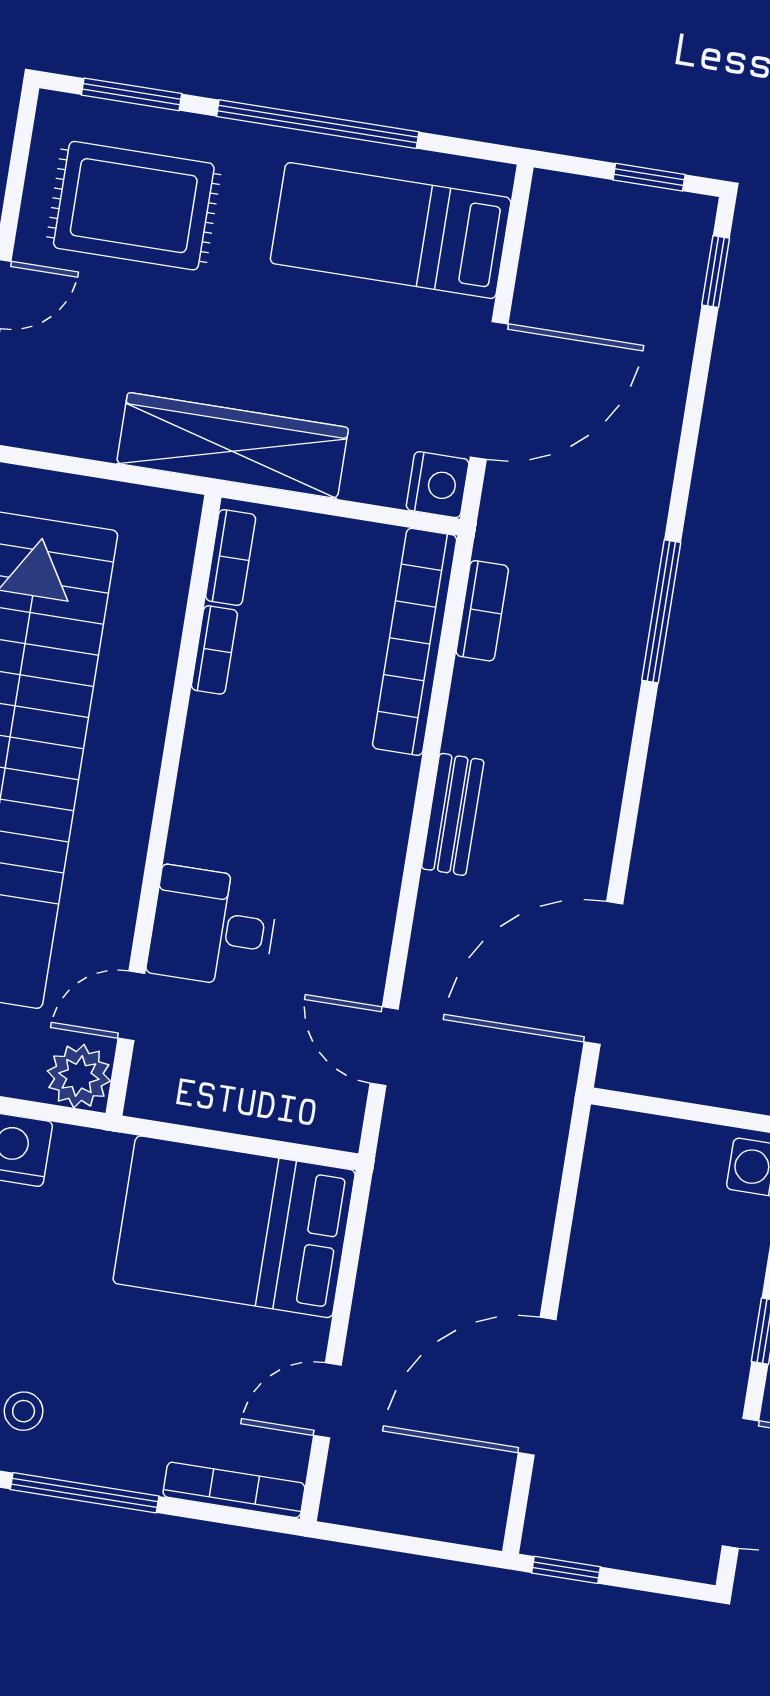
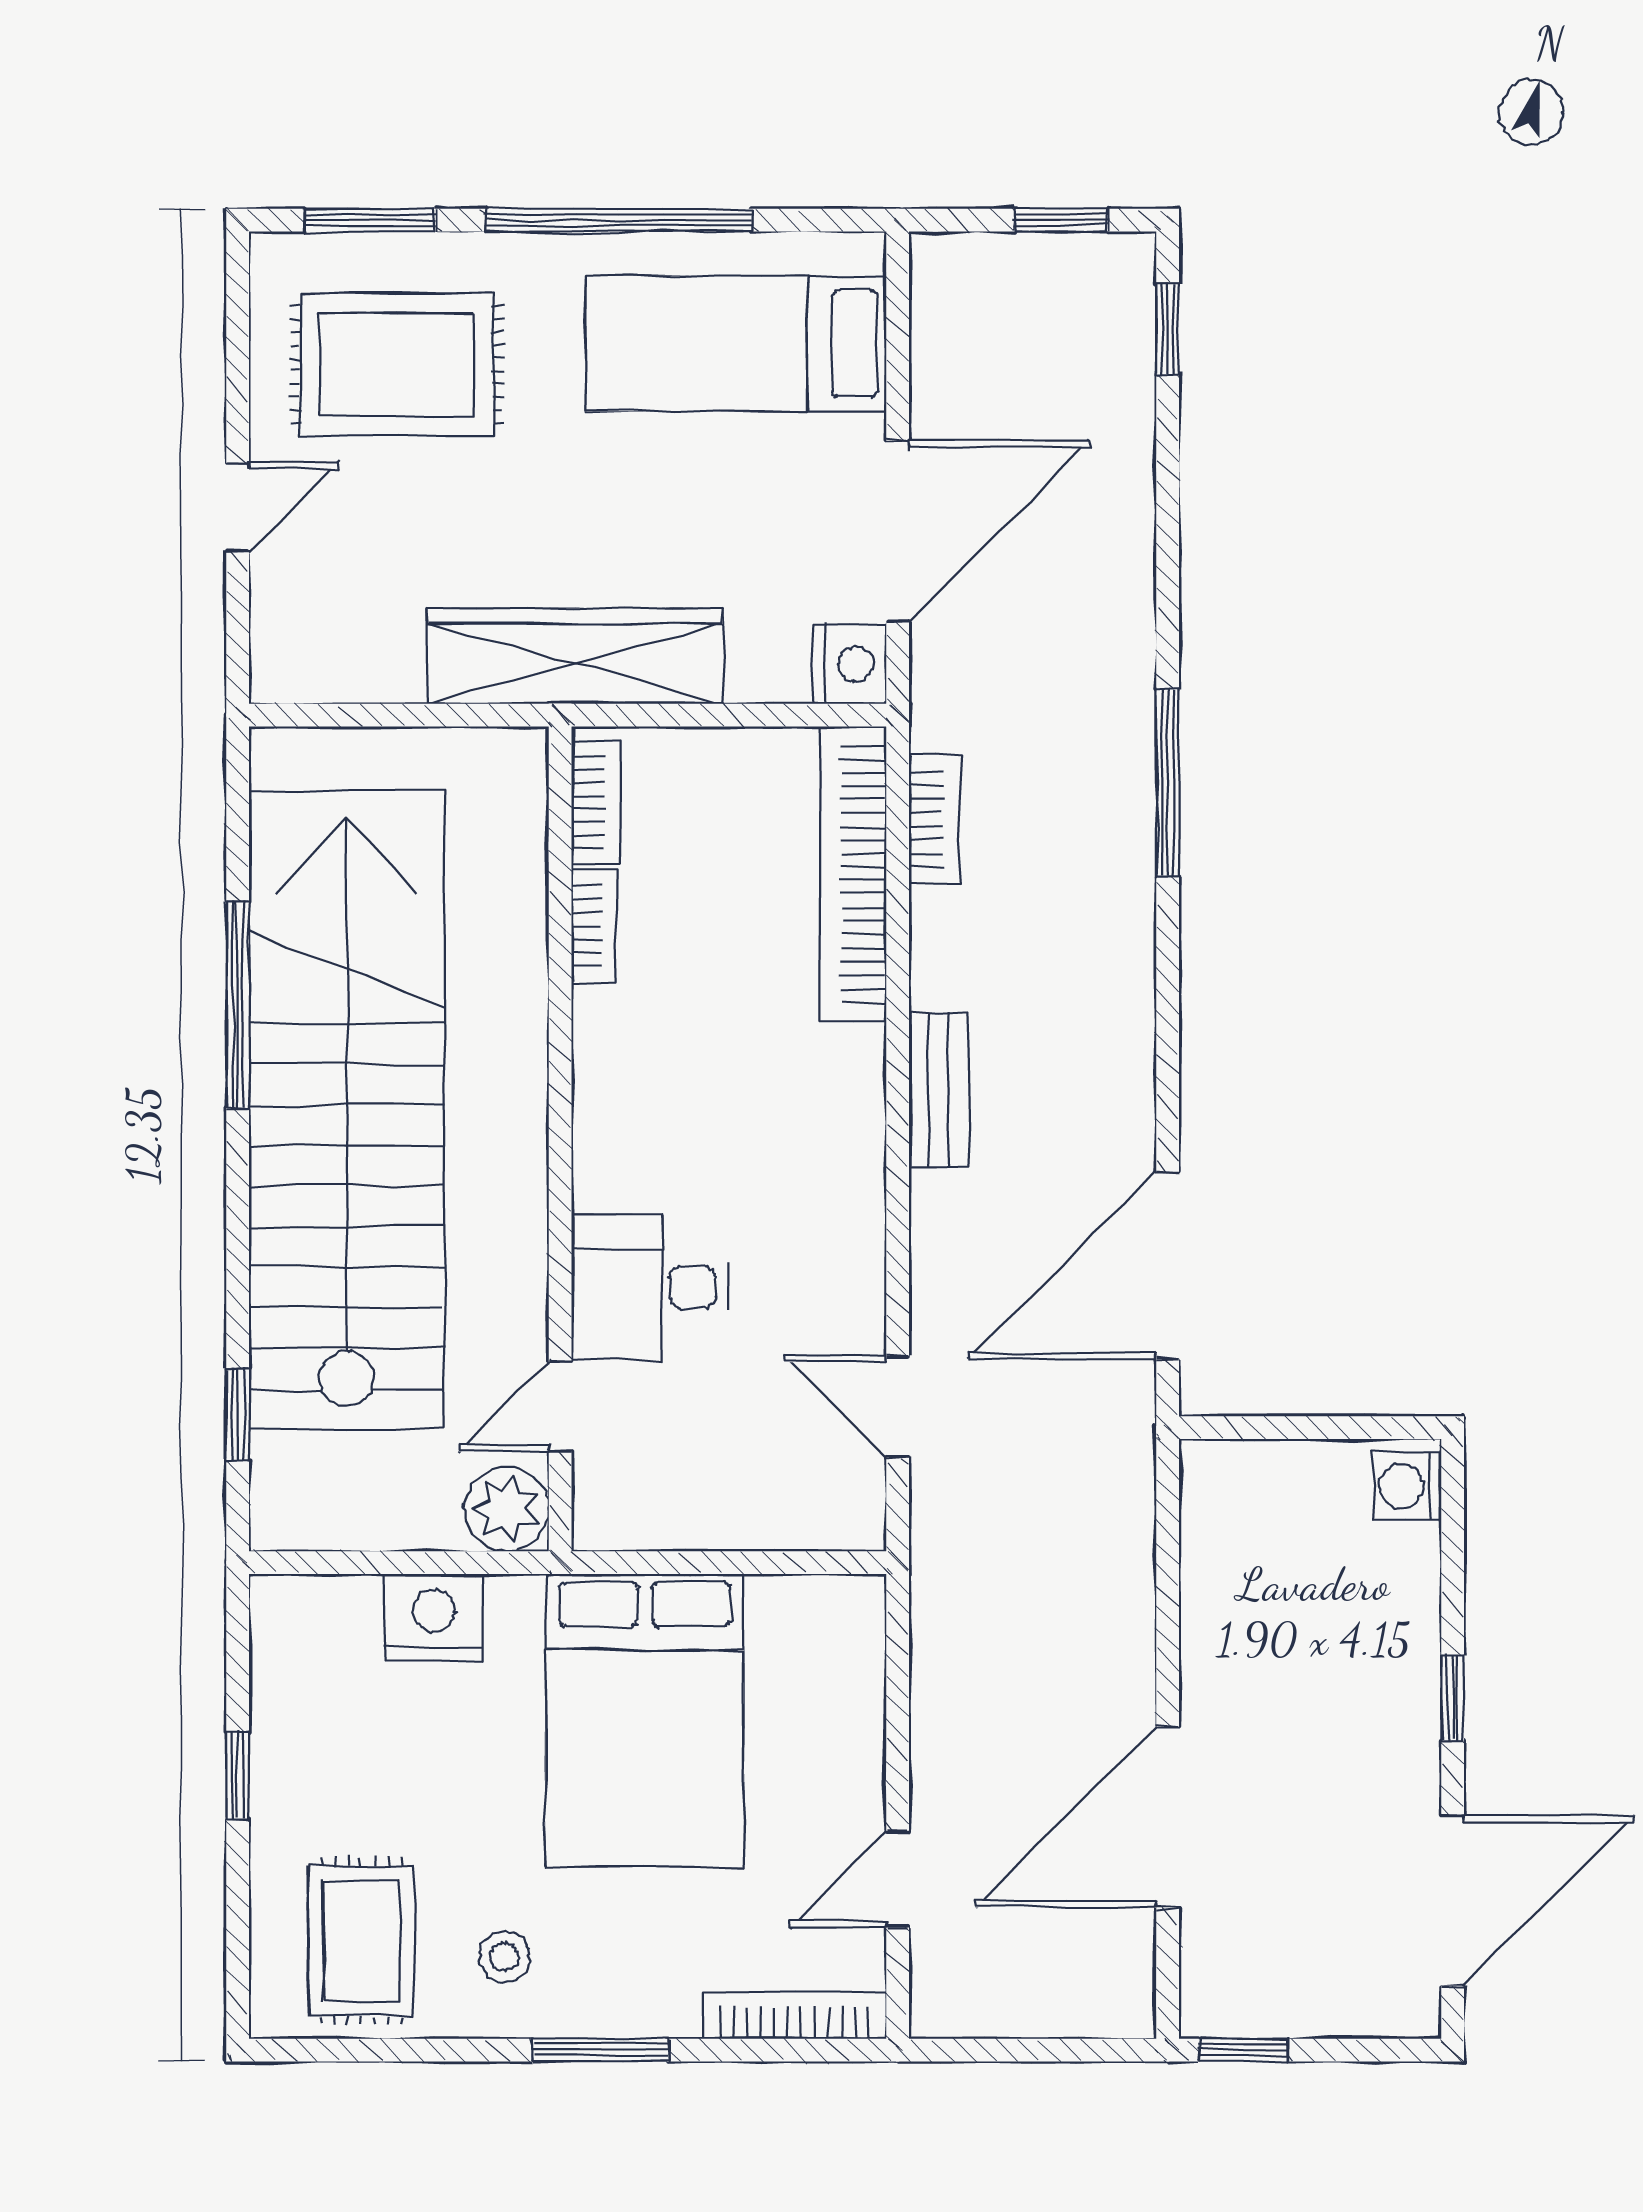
bed: (234, 1227) -> (645, 1720), moved, turned -90
window: (85, 1493) -> (601, 2050), width x0.69

